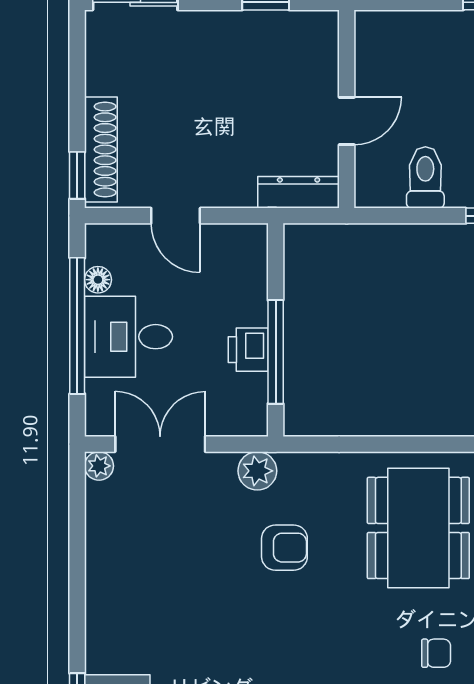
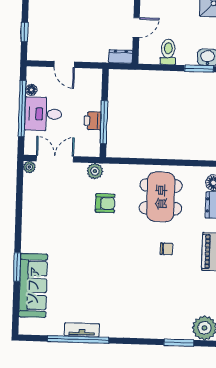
shoe rack: (101, 149) -> (34, 36), removed
window: (77, 175) -> (25, 32), moved
dresser: (299, 192) -> (121, 57), width x0.70

